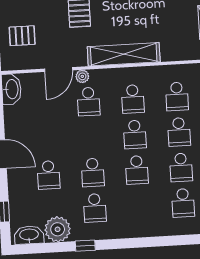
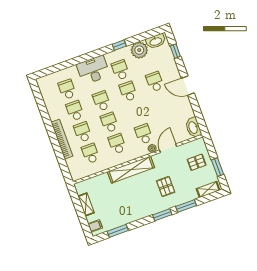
desk: (135, 220) -> (93, 70), added

